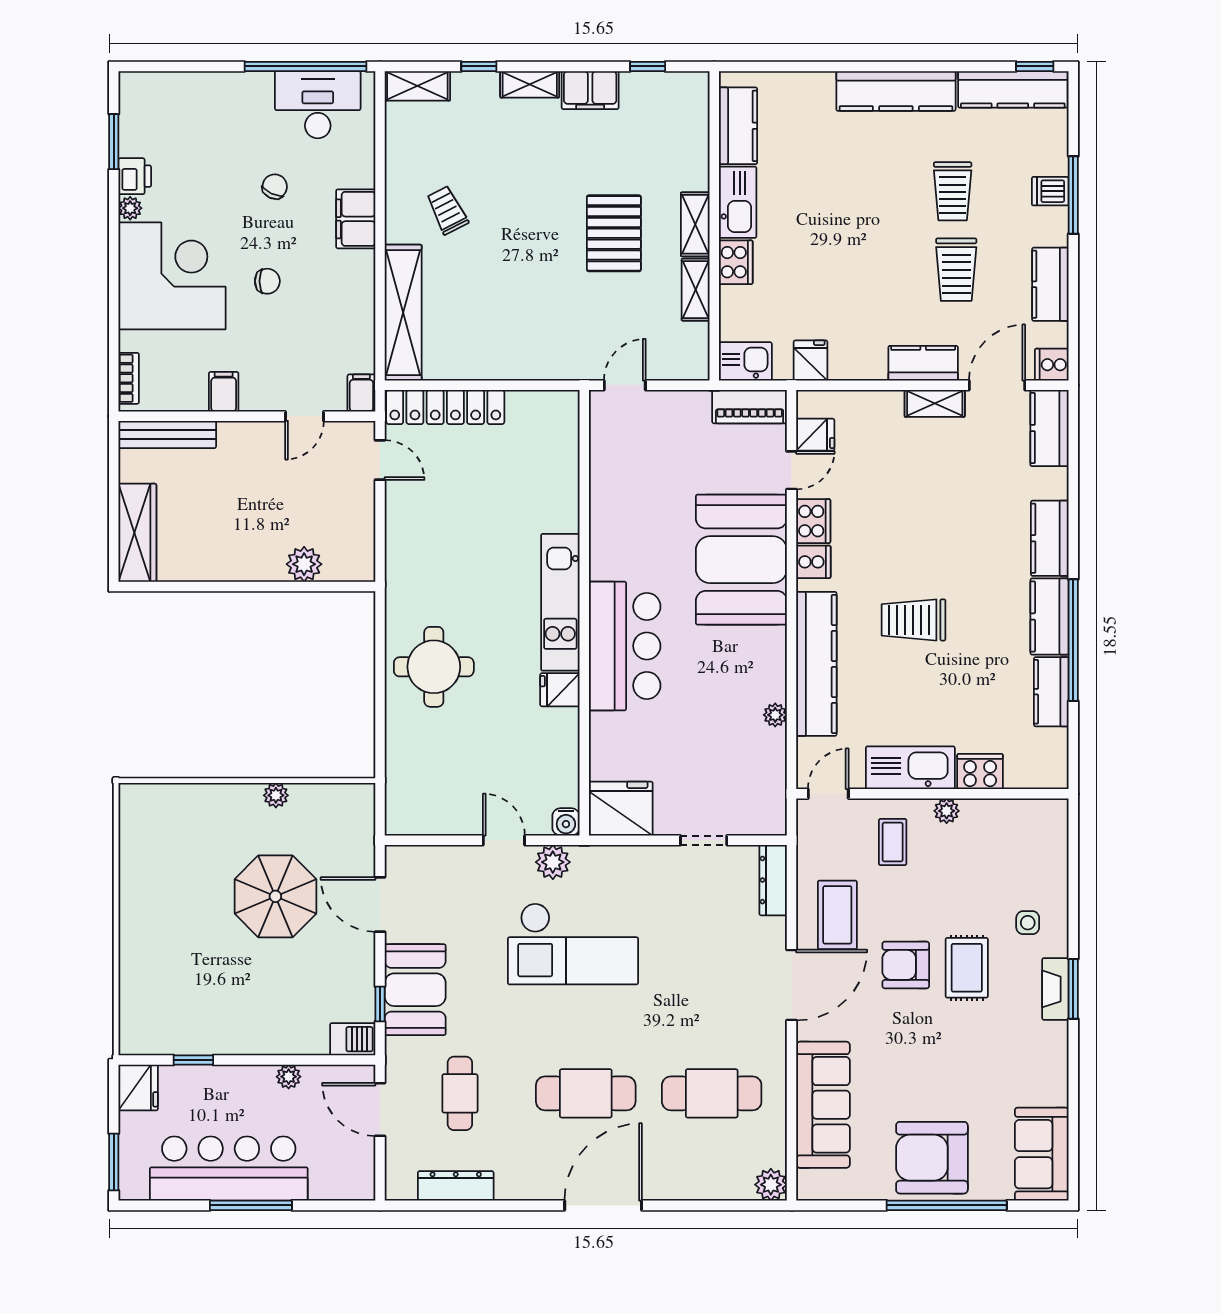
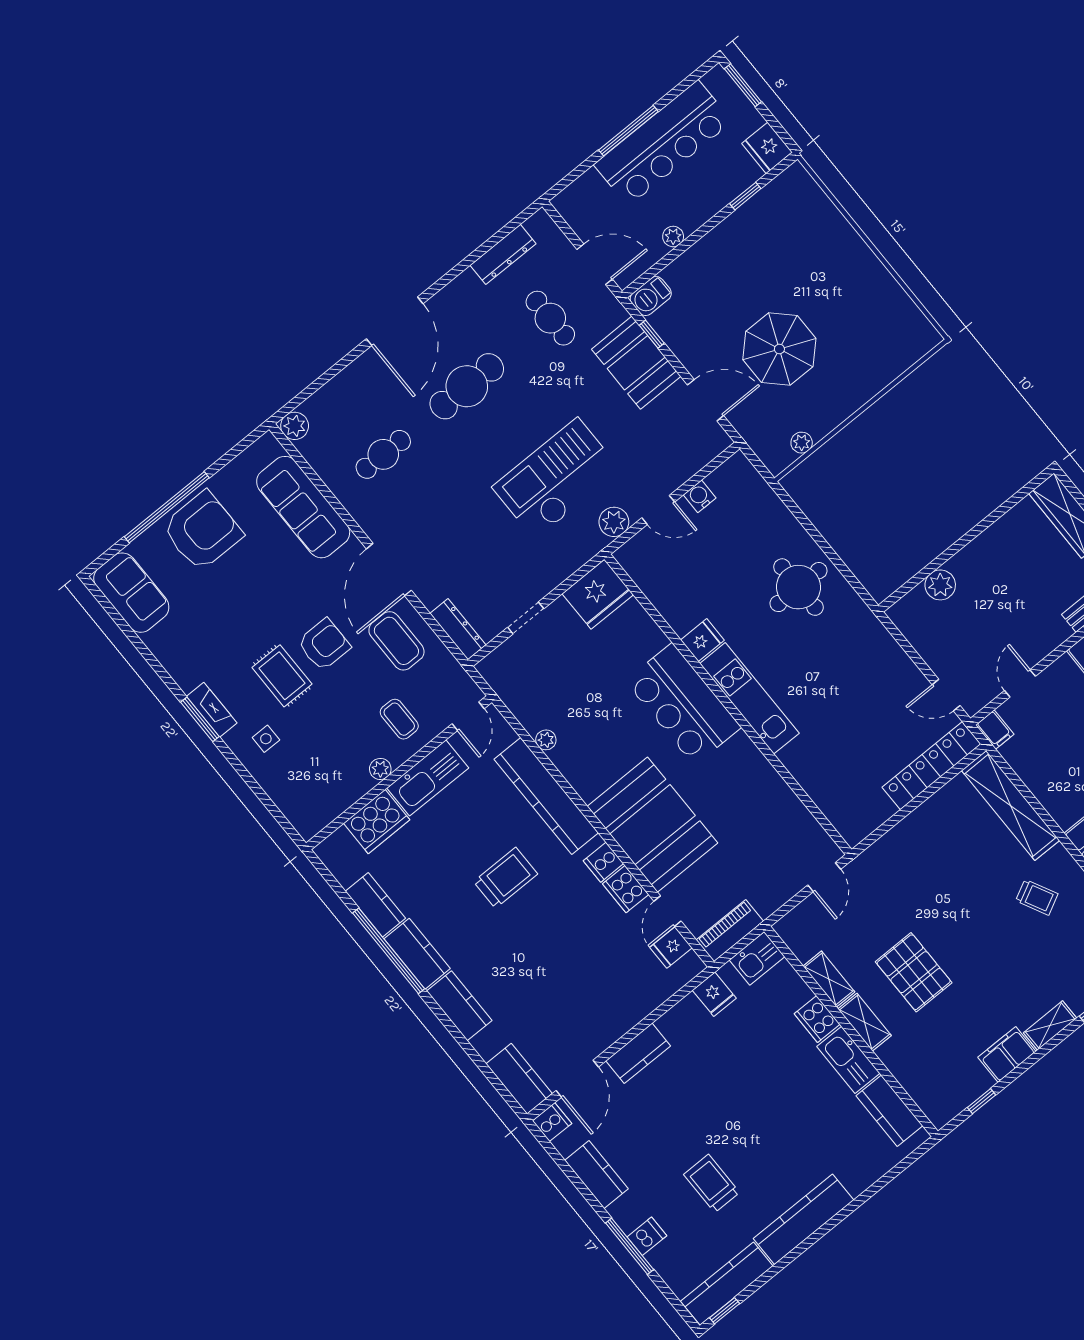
trolley: (956, 270) -> (667, 1133), removed
shelving: (935, 403) -> (609, 1033), removed
cooker: (980, 771) -> (377, 821), width x1.37, depth x1.31
plant: (276, 795) -> (802, 443), moved
water cooler: (566, 822) -> (700, 496), moved
cafe table: (712, 1093) -> (383, 454), width x0.73, depth x0.74

